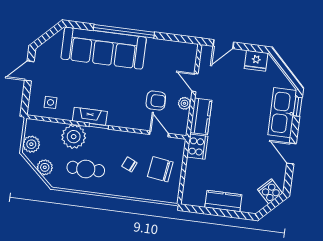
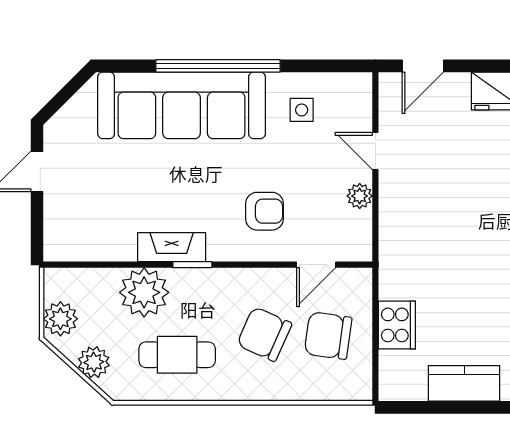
armchair: (156, 101) -> (264, 211), moved
side table: (50, 102) -> (302, 110), moved
kitchen counter: (201, 116) -> (396, 218), removed
door: (159, 134) -> (316, 265), swing flipped
cooker: (197, 147) -> (397, 325), moved
chair: (129, 164) -> (264, 334), width x1.87, depth x1.87

